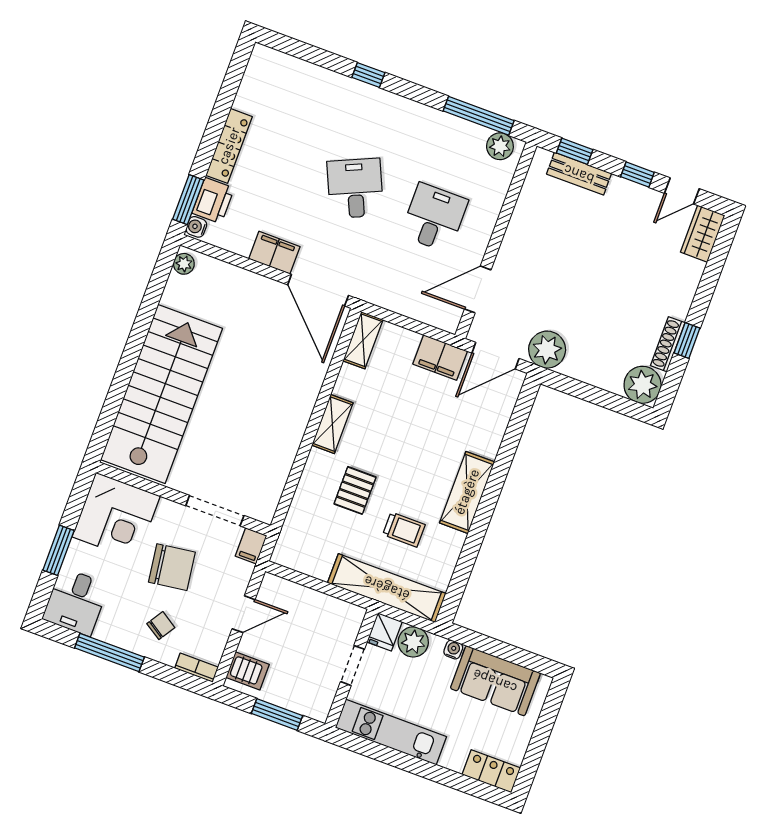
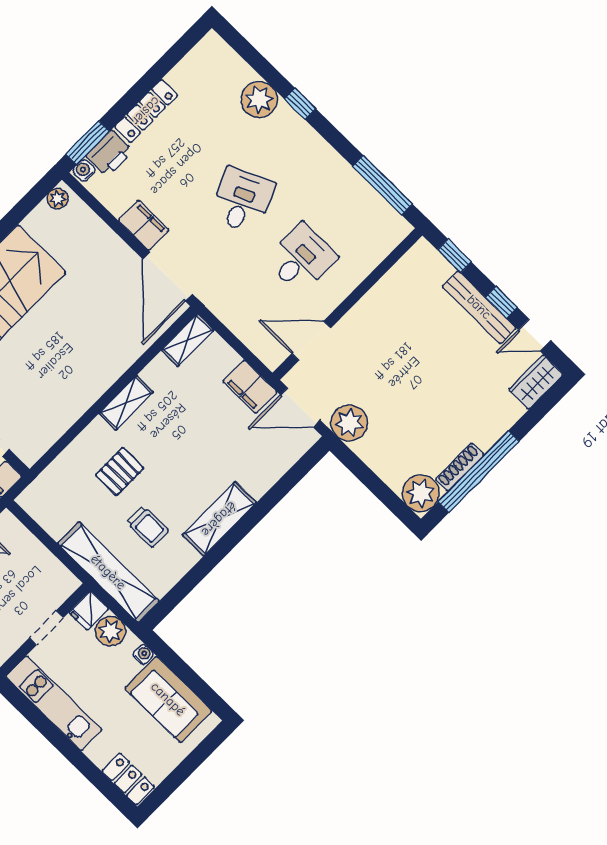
plant: (500, 146) -> (259, 100), moved, width x1.36, depth x1.36
bench: (579, 174) -> (479, 307), moved, width x1.36
window: (687, 340) -> (479, 472), width x3.17

